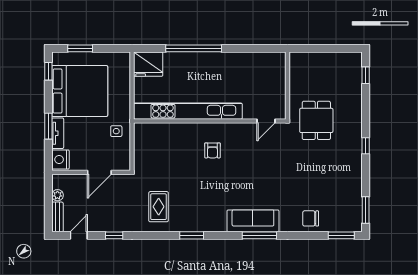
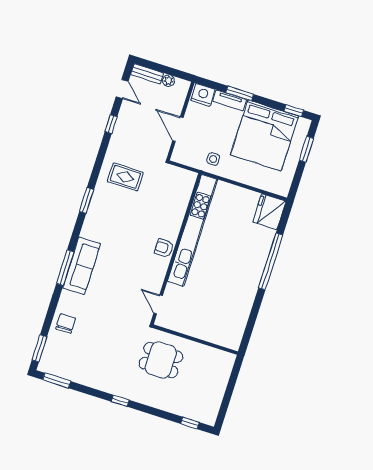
kitchen unit: (188, 111) -> (193, 230), moved
wall: (210, 121) -> (176, 249), moved
door: (266, 121) -> (158, 304), moved

